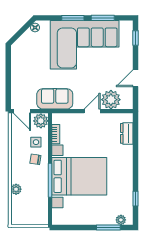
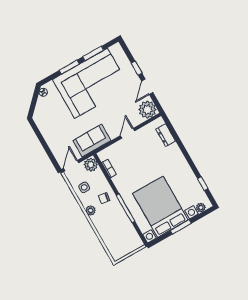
window: (135, 38) -> (137, 68), moved
plant: (111, 100) -> (147, 110), moved
door: (22, 111) -> (71, 166), swing flipped
side table: (36, 142) -> (84, 187), moved
bed with nightstands: (79, 176) -> (160, 207), moved, turned -90
plant: (16, 189) -> (91, 210), moved
window: (108, 227) -> (181, 227), moved

